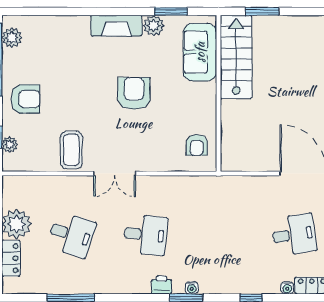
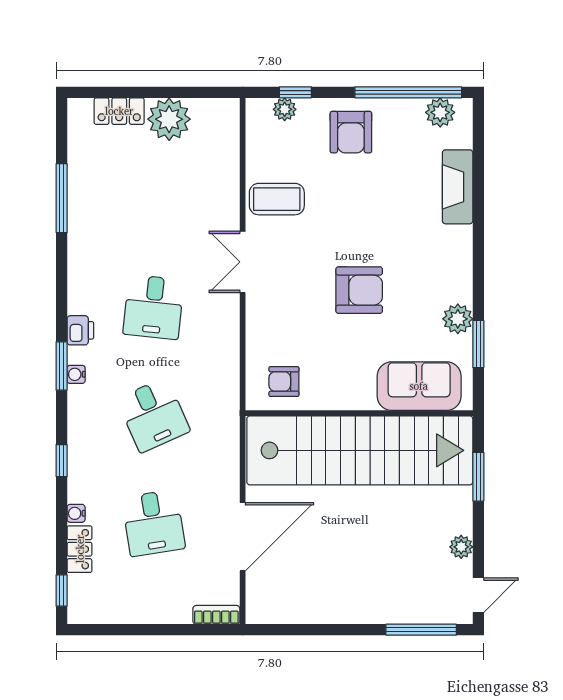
plant: (310, 23) -> (461, 547), added
fireplace: (116, 26) -> (458, 187), moved
stairs: (236, 57) -> (360, 450), width x1.86, depth x1.51
desk: (71, 235) -> (153, 415), moved, turned -42

